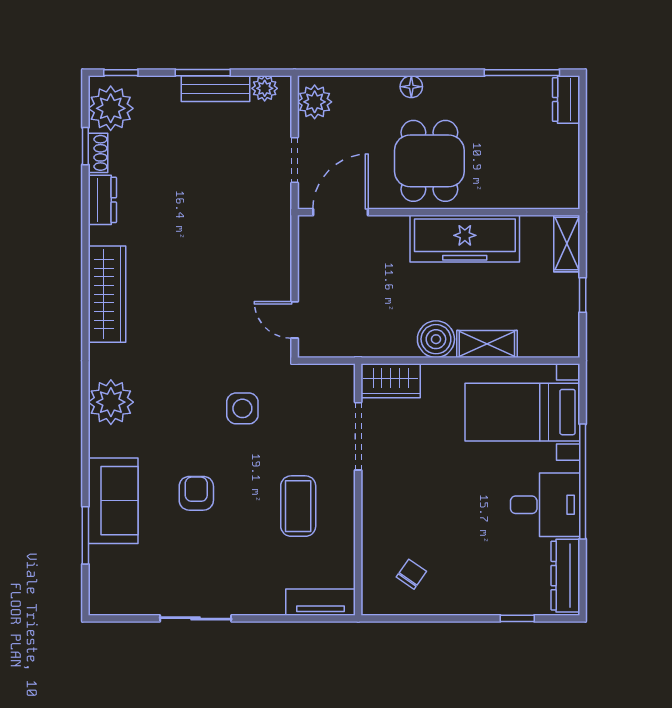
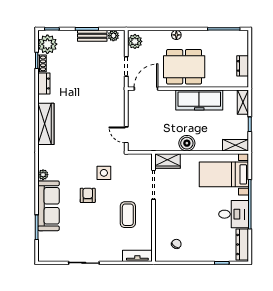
dresser: (566, 99) -> (243, 66), moved
dining table: (429, 161) -> (184, 67), width x1.38
shelving: (487, 344) -> (235, 145), moved
plant: (111, 402) -> (43, 175), width x0.53, depth x0.53
armchair: (196, 493) -> (88, 195), moved
sofa: (113, 501) -> (48, 206), width x1.36

